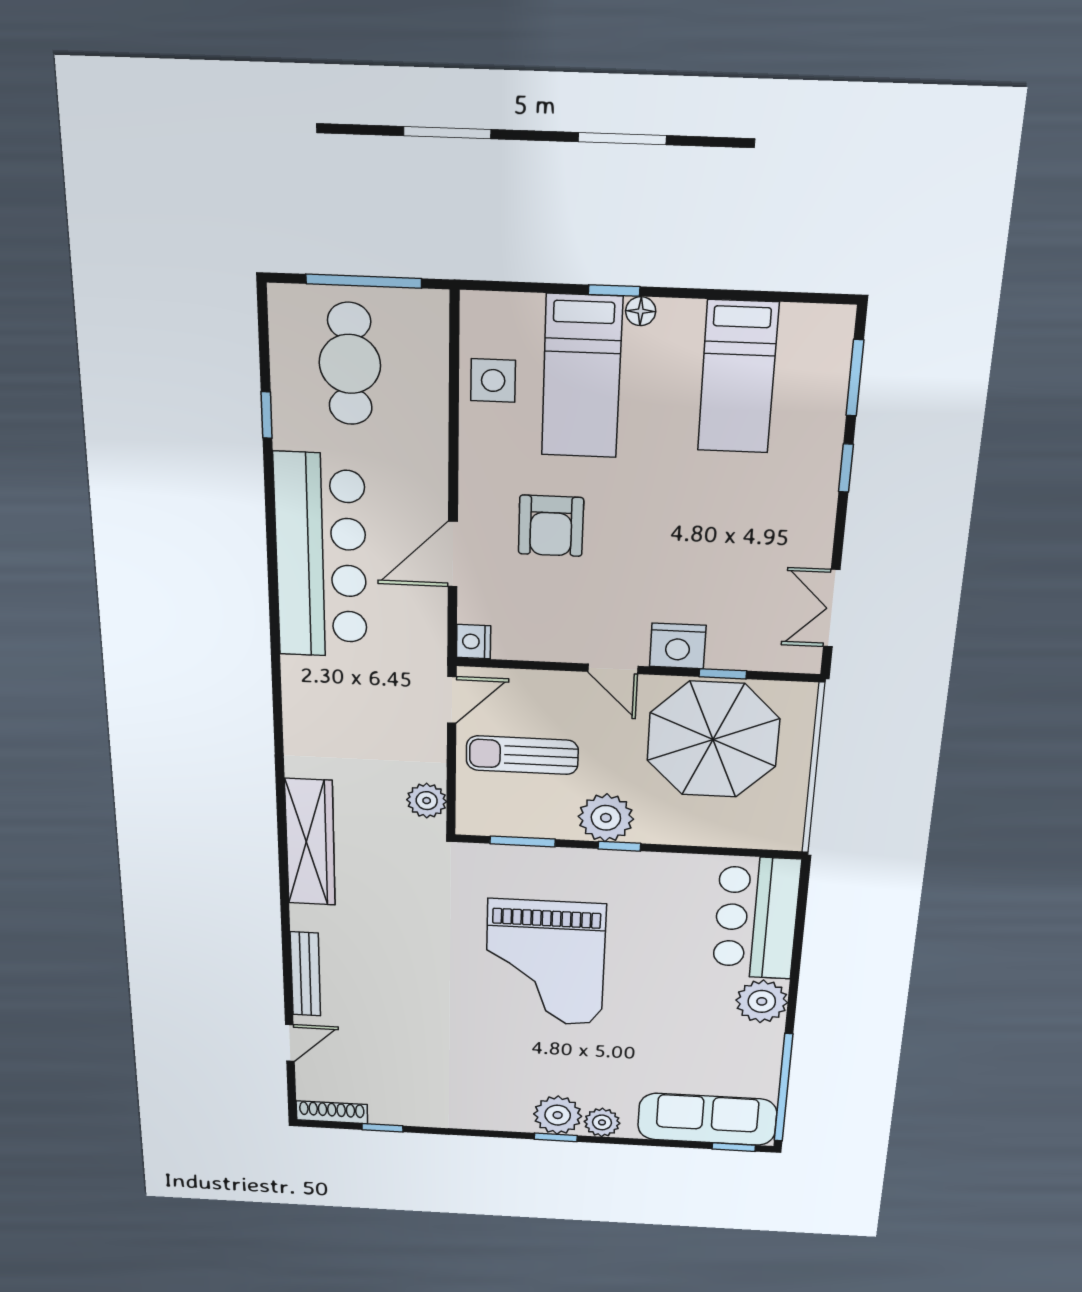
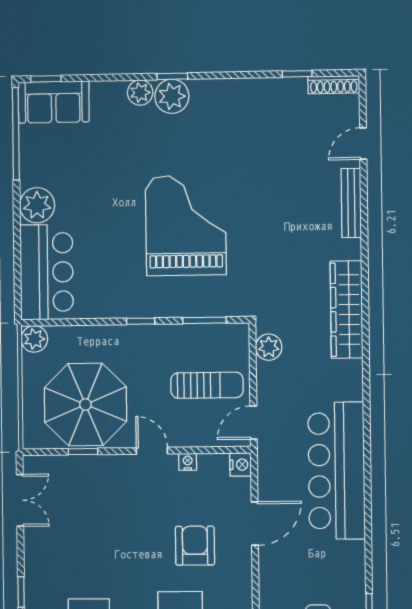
bar counter: (321, 557) -> (336, 471), moved
nightstand: (678, 646) -> (188, 462), moved, width x0.53, depth x0.56
plant: (606, 818) -> (34, 339), moved, width x0.73, depth x0.73
sofa: (707, 1119) -> (54, 102), width x0.73

